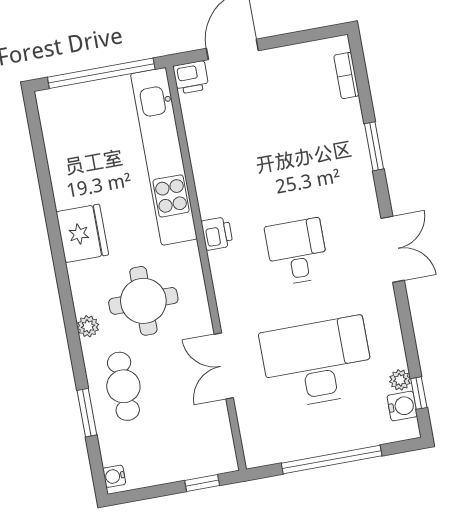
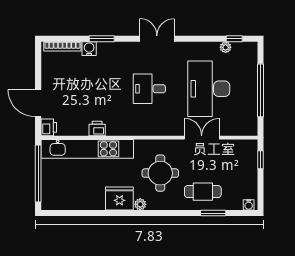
bookcase: (346, 76) -> (62, 46), width x1.56
printer: (217, 233) -> (97, 128), moved
plant: (88, 326) -> (140, 204), moved
double door: (224, 366) -> (202, 138), swing flipped
water cooler: (402, 406) -> (89, 49), moved

